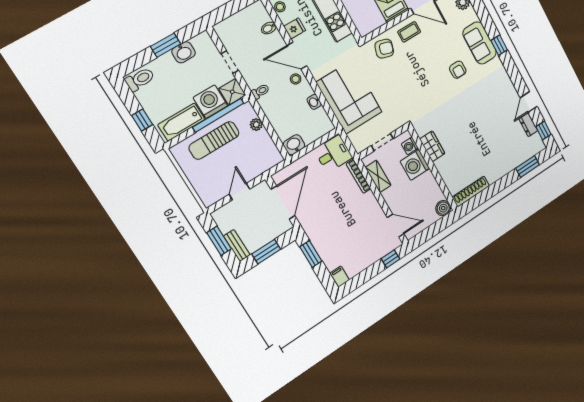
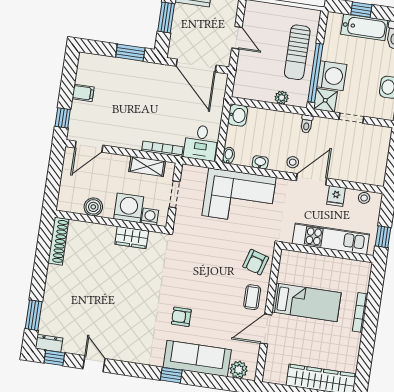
bidet: (269, 28) -> (229, 155), moved
sofa: (480, 43) -> (197, 359), width x1.36
bathtub: (181, 122) -> (364, 27), moved, turned 90
dresser: (528, 125) -> (49, 343), moved
sun lounger: (214, 140) -> (297, 52), turned 180
boiler: (443, 208) -> (93, 207), moved
filing cabinet: (340, 276) -> (83, 93), moved

